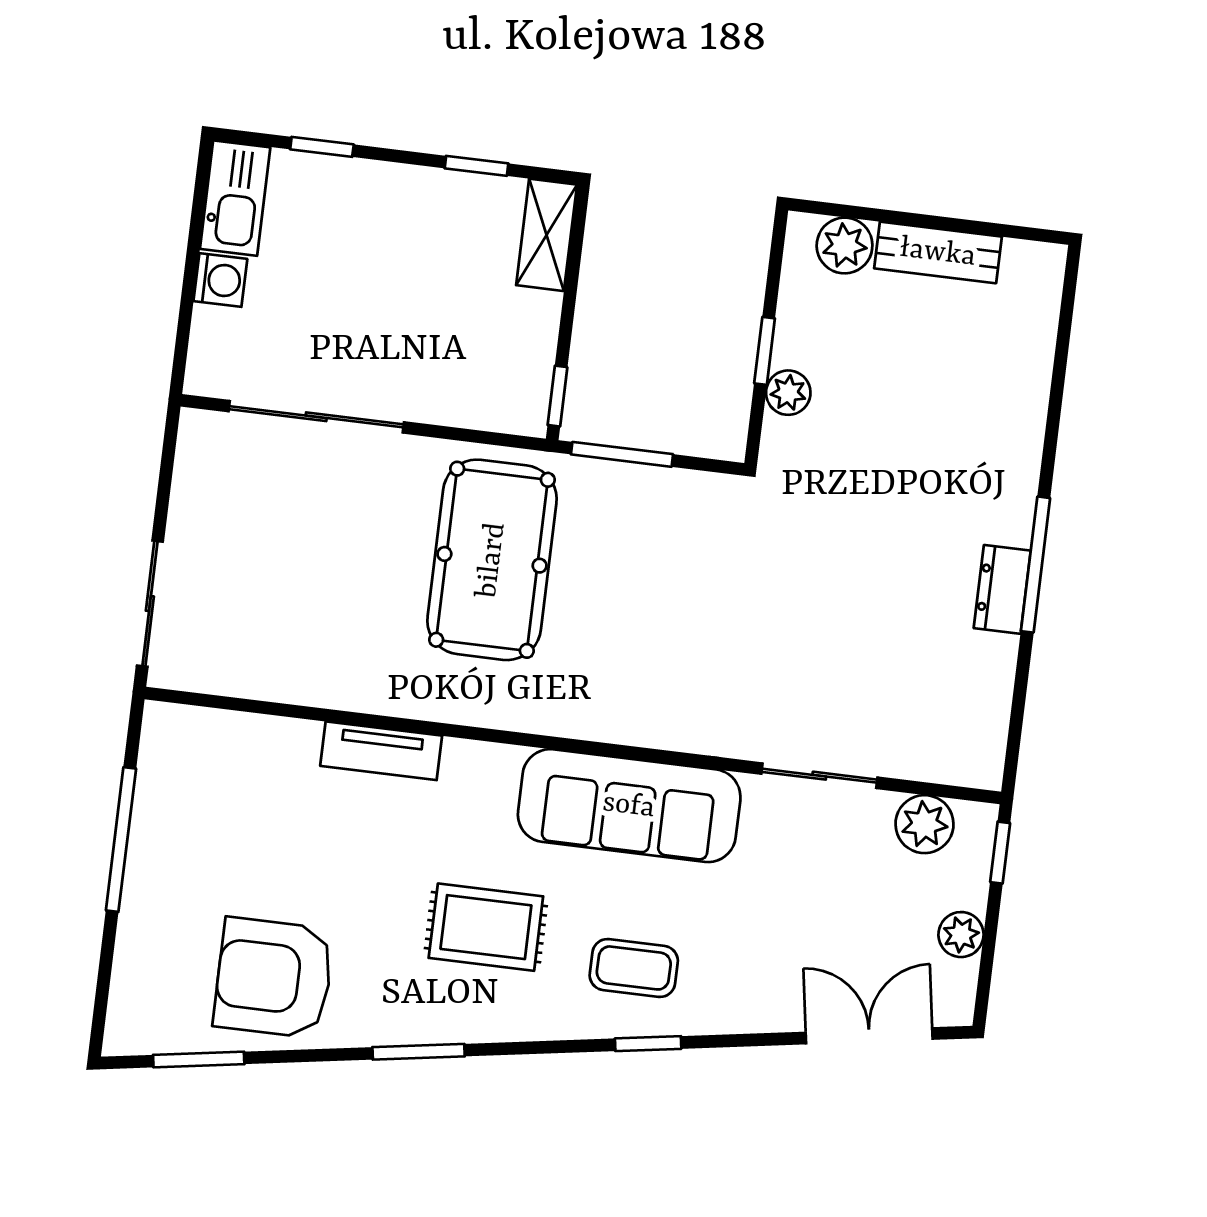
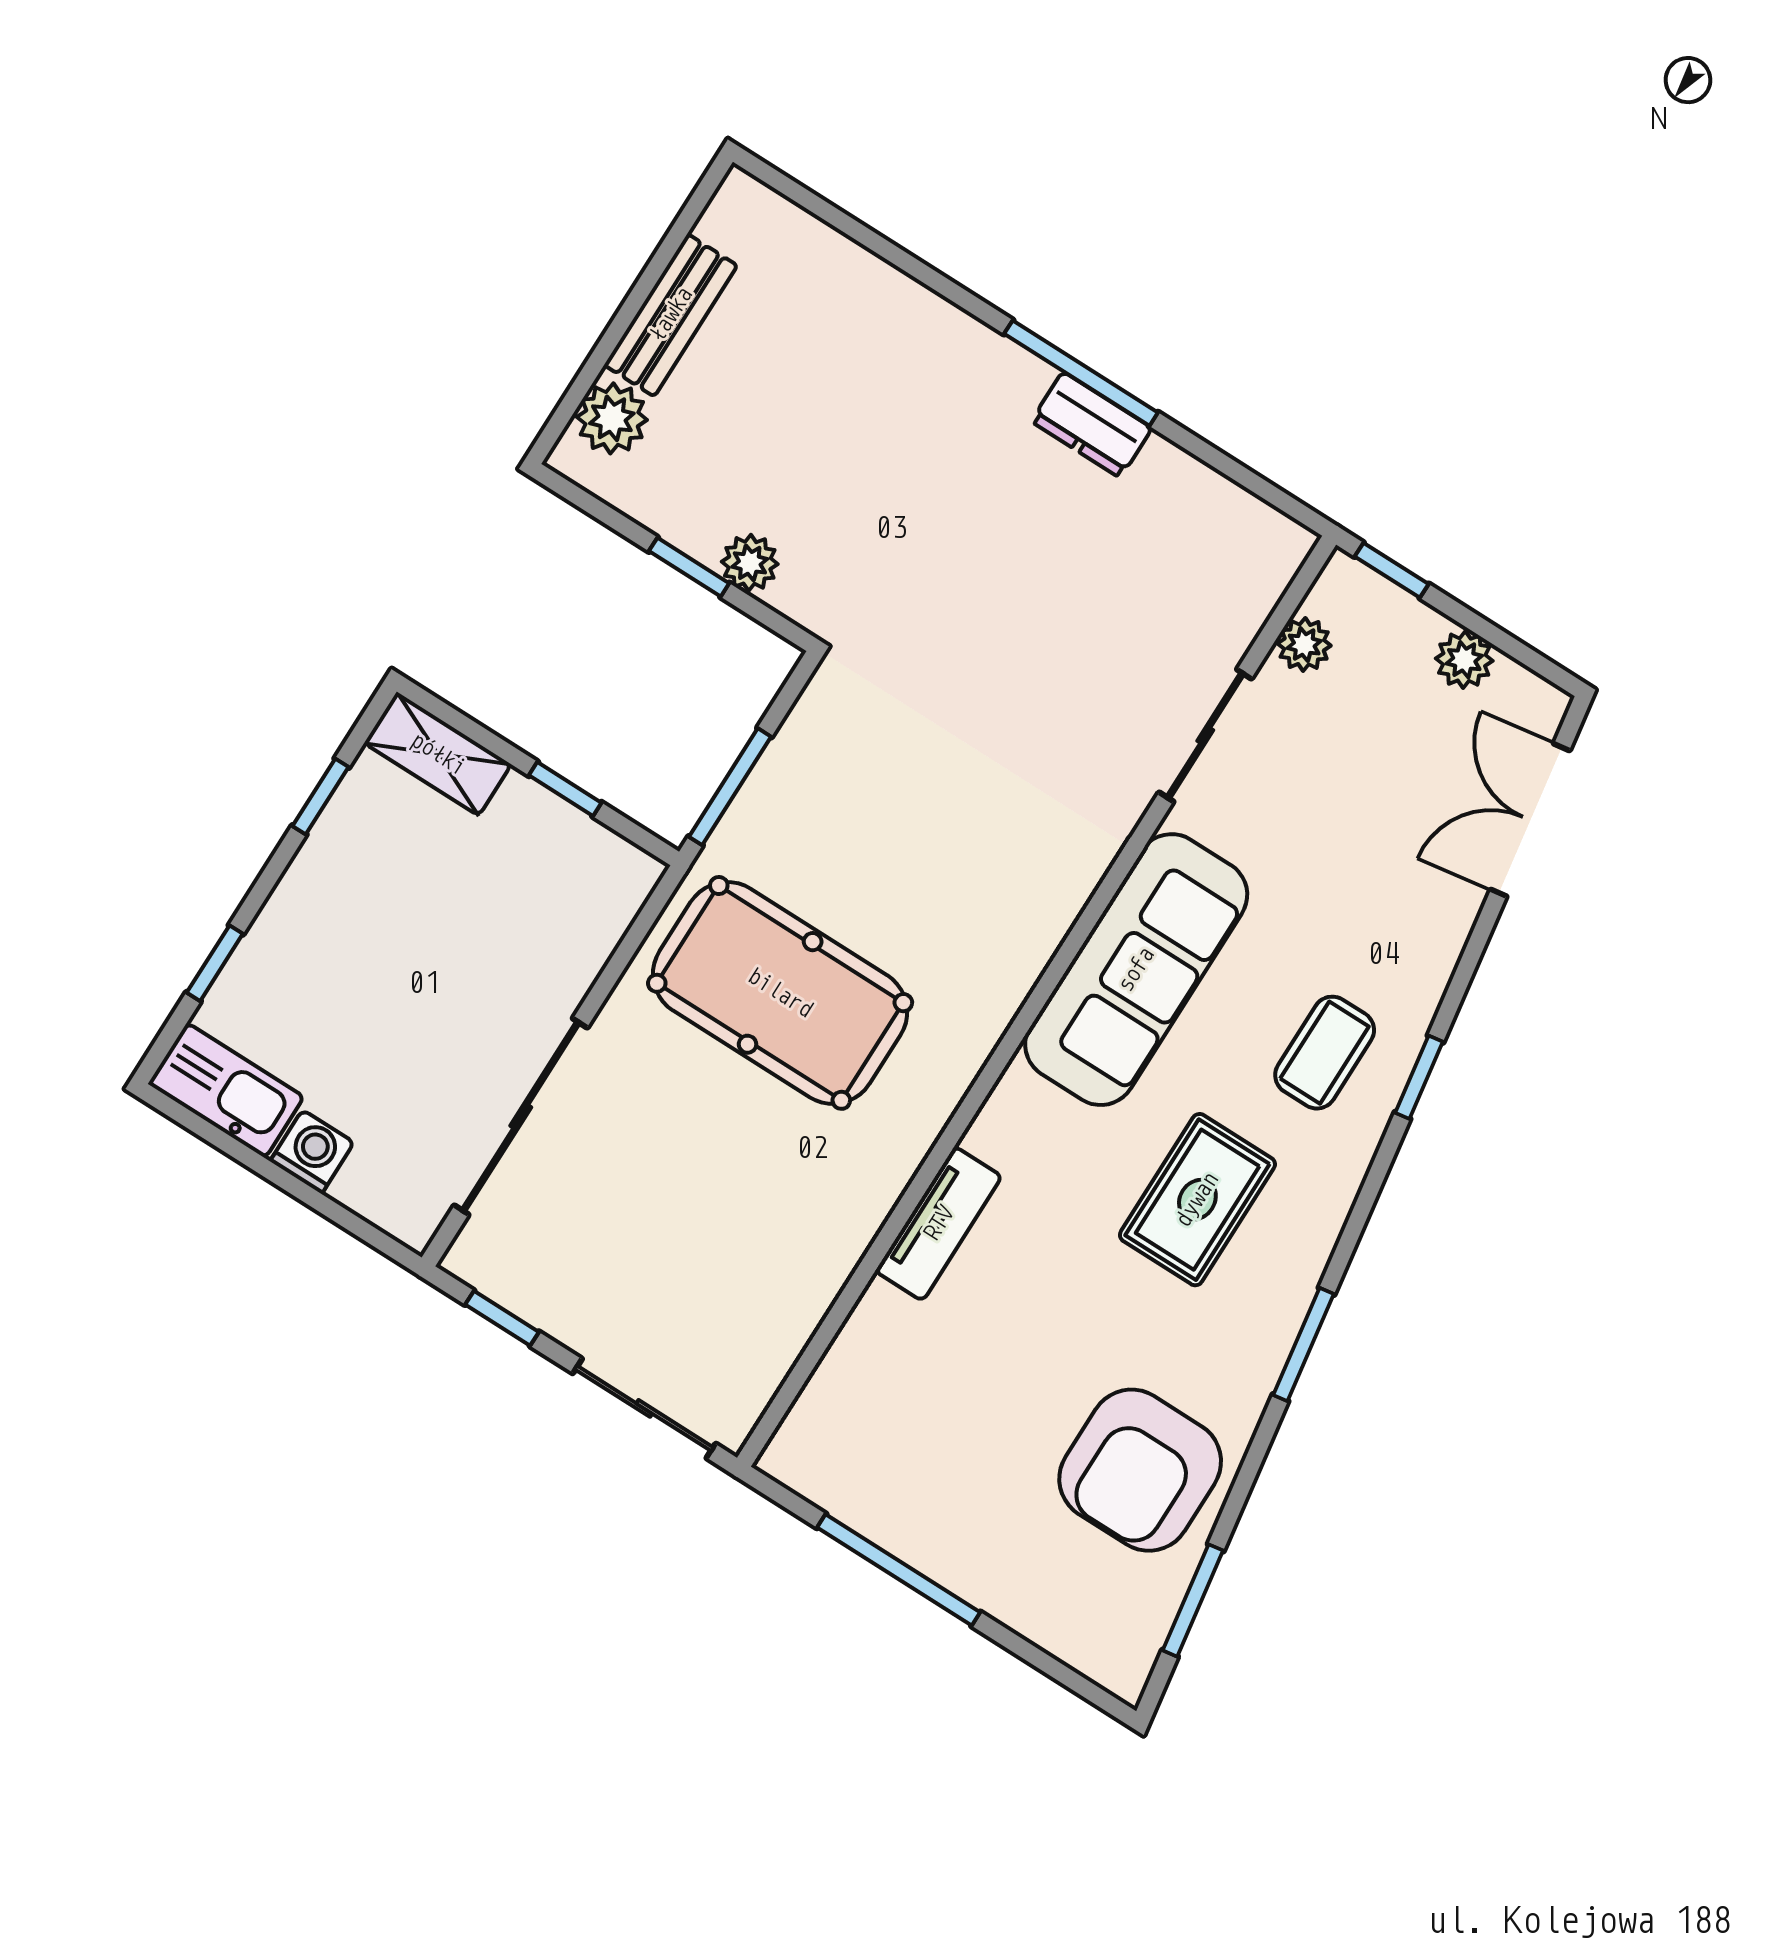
window: (557, 396) -> (565, 789), moved
window: (166, 472) -> (502, 1318), added
plant: (925, 824) -> (1304, 644), width x0.73, depth x0.73

